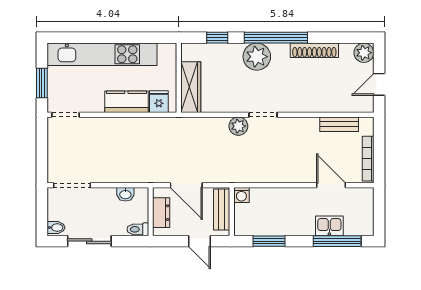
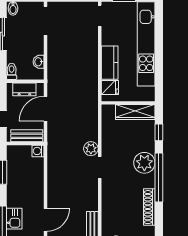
wardrobe: (191, 87) -> (135, 112), moved

